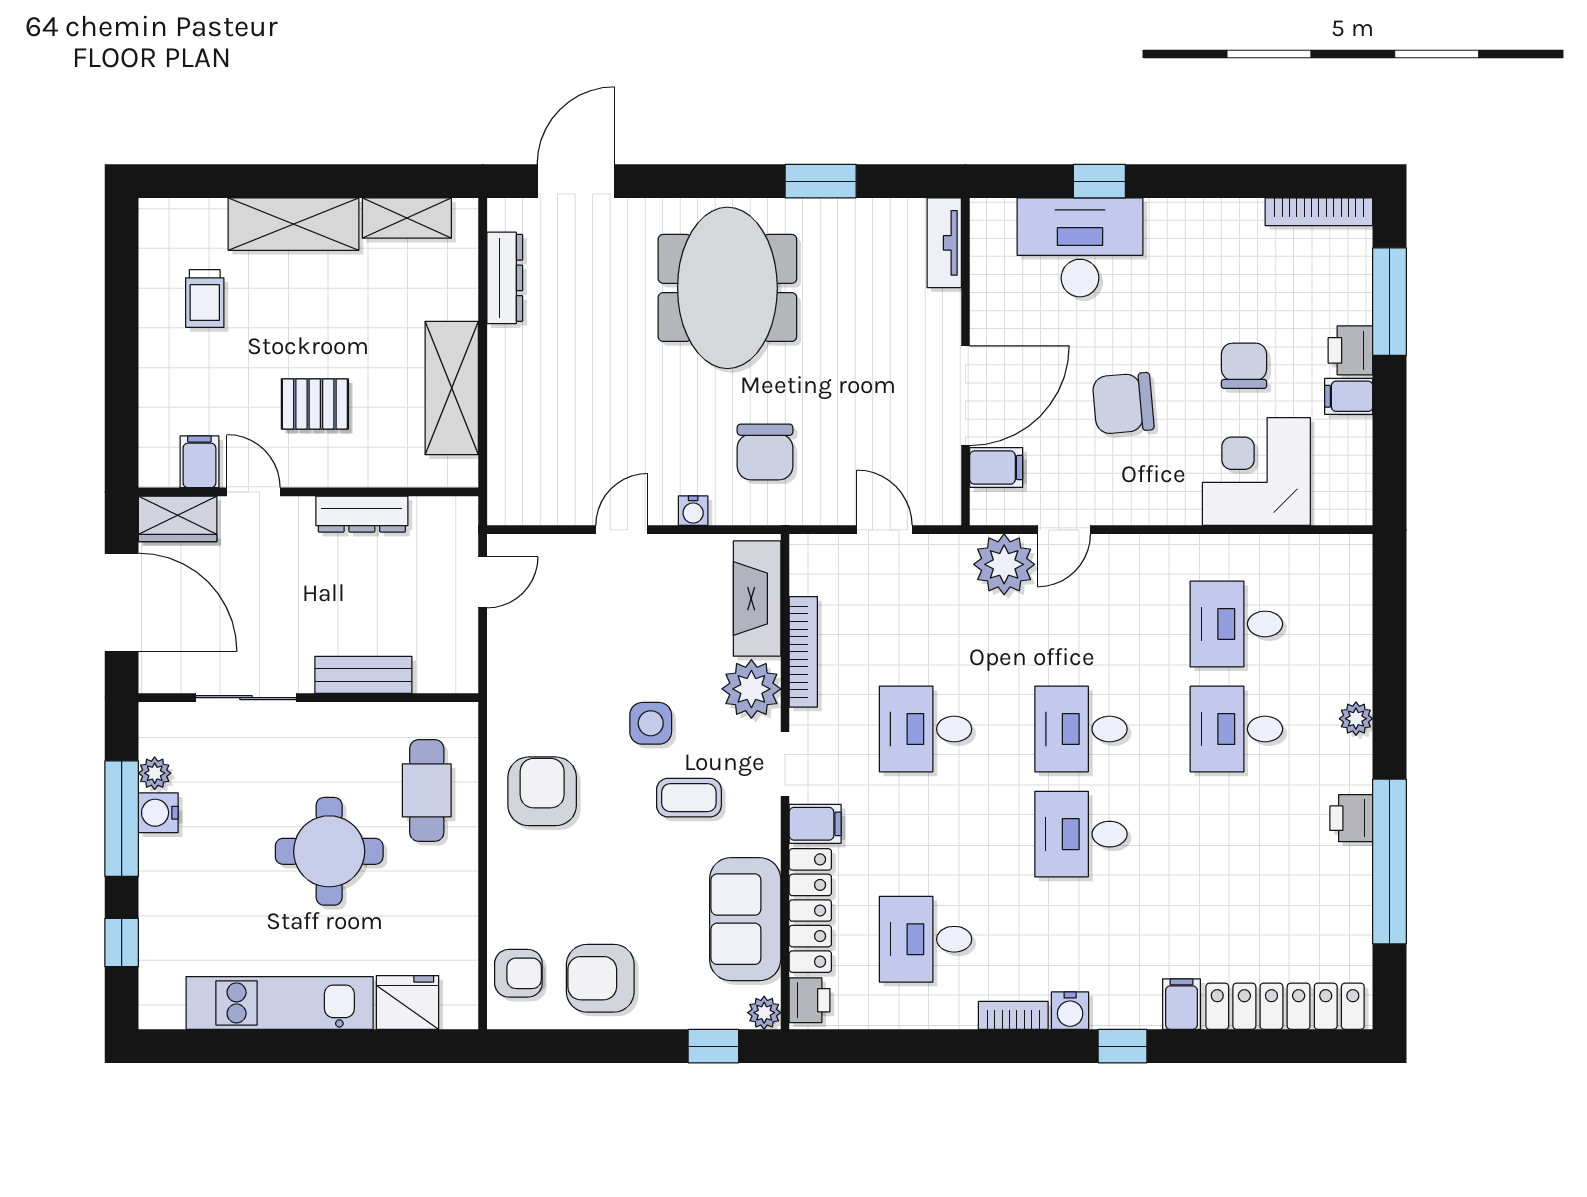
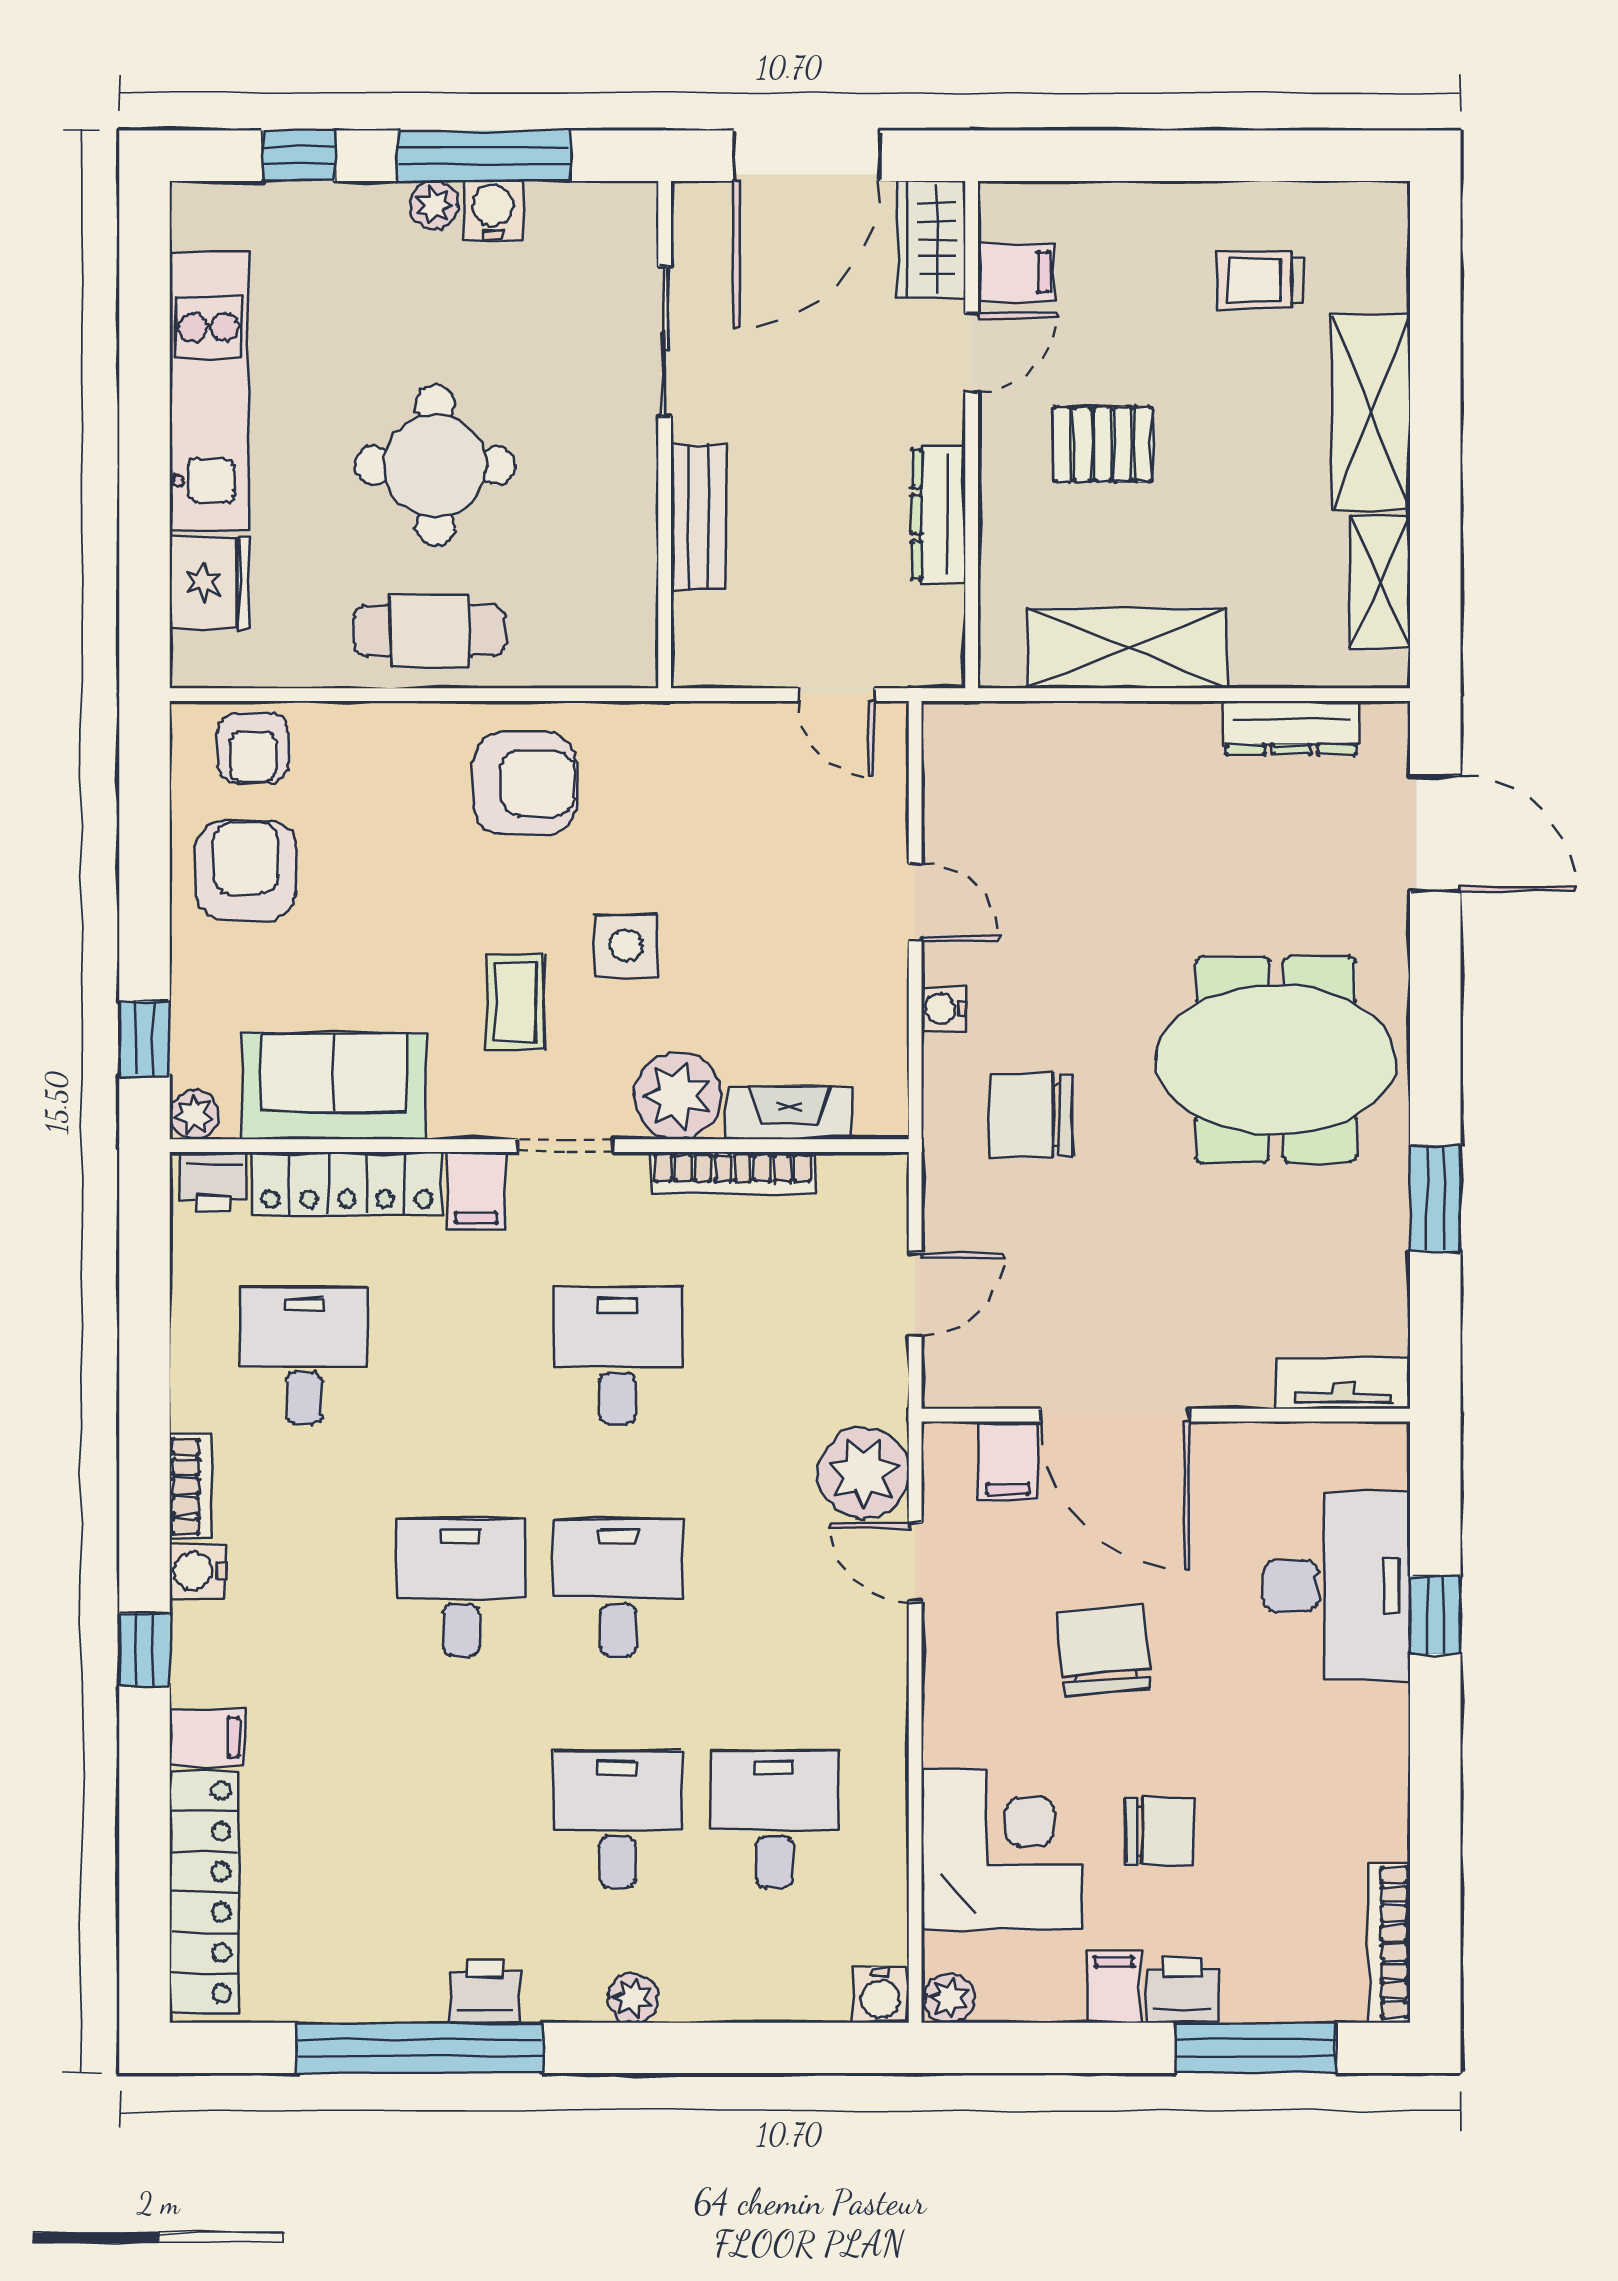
pallet: (315, 404) -> (1103, 444), turned 90
plant: (1356, 507) -> (949, 1998), added
water cooler: (1354, 553) -> (880, 1995), added
fireplace: (757, 599) -> (789, 1113), width x0.73, depth x0.76
plant: (155, 773) -> (434, 205), moved
cafe table: (427, 790) -> (430, 631), moved

